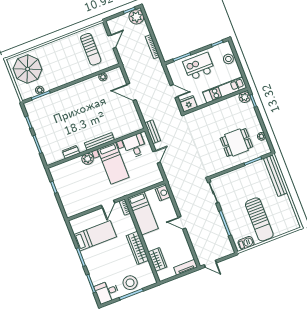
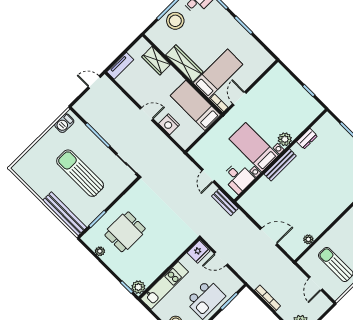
nightstand: (163, 193) -> (169, 124), moved
sun lounger: (259, 219) -> (80, 173), moved
bed: (95, 236) -> (218, 74), moved, turned 180

